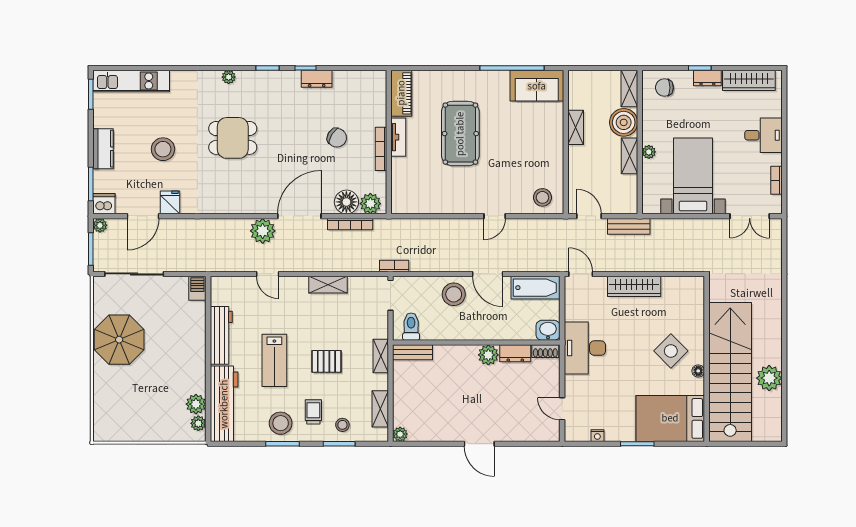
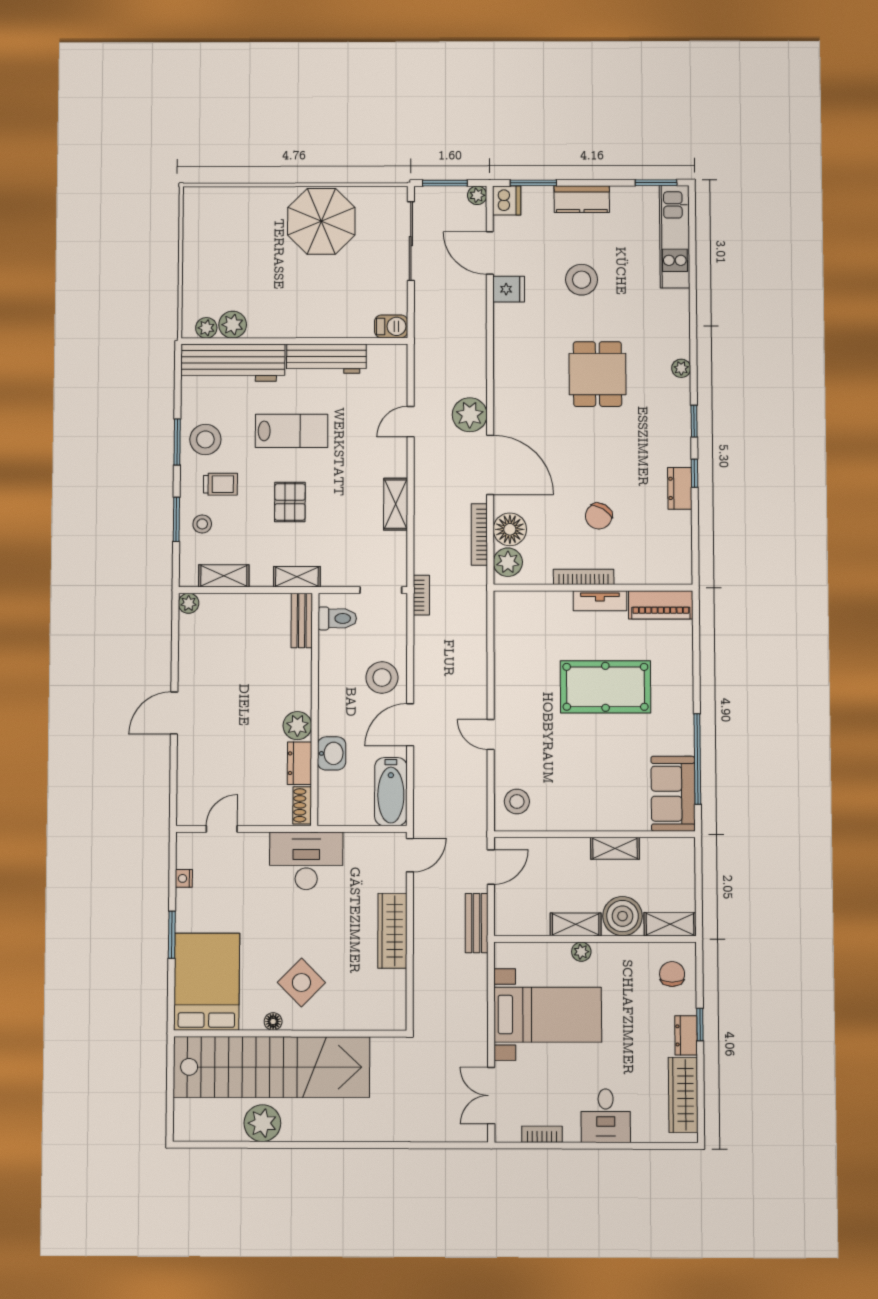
washbasin: (548, 330) -> (332, 753), moved
lab bench: (274, 360) -> (292, 431), turned 180

